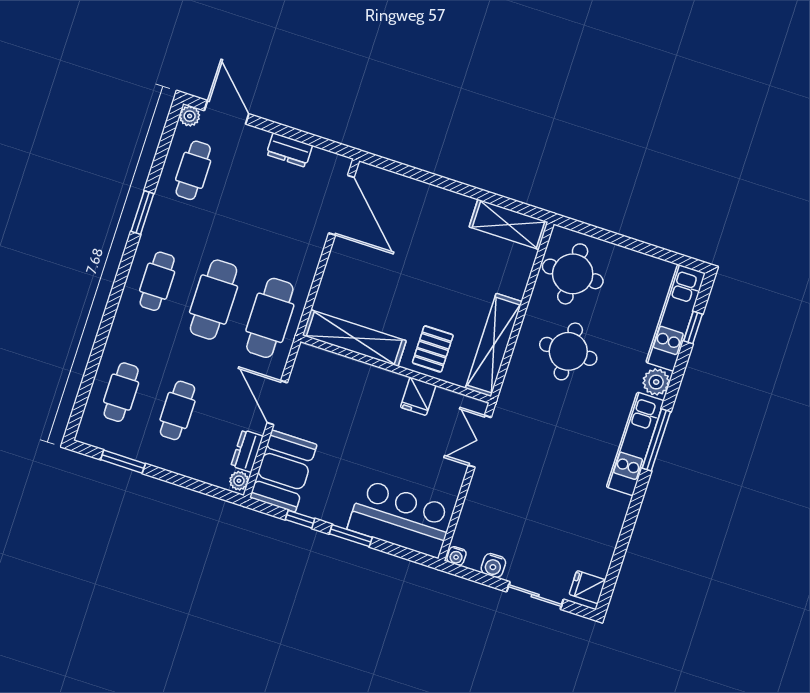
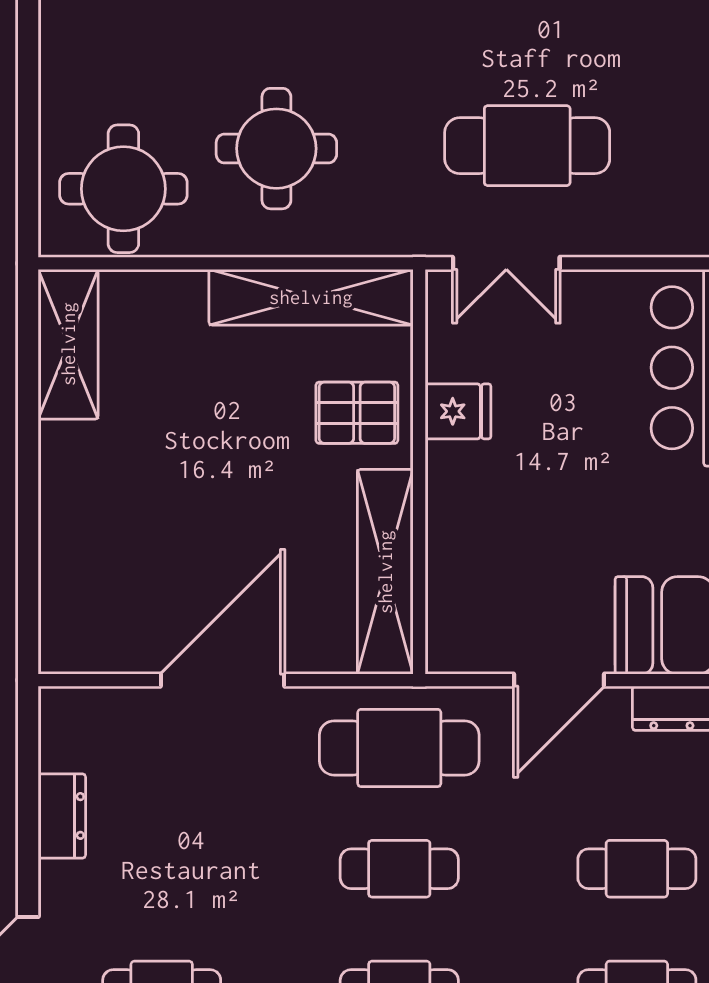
door: (341, 205) -> (222, 680), moved
cafe table: (214, 300) -> (399, 869), width x0.73, depth x0.74
cafe table: (532, 469) -> (527, 146), added

